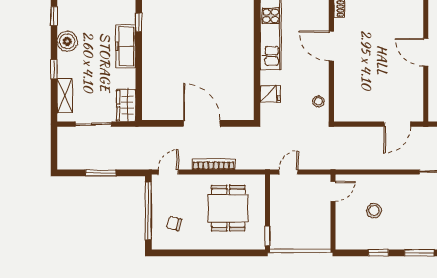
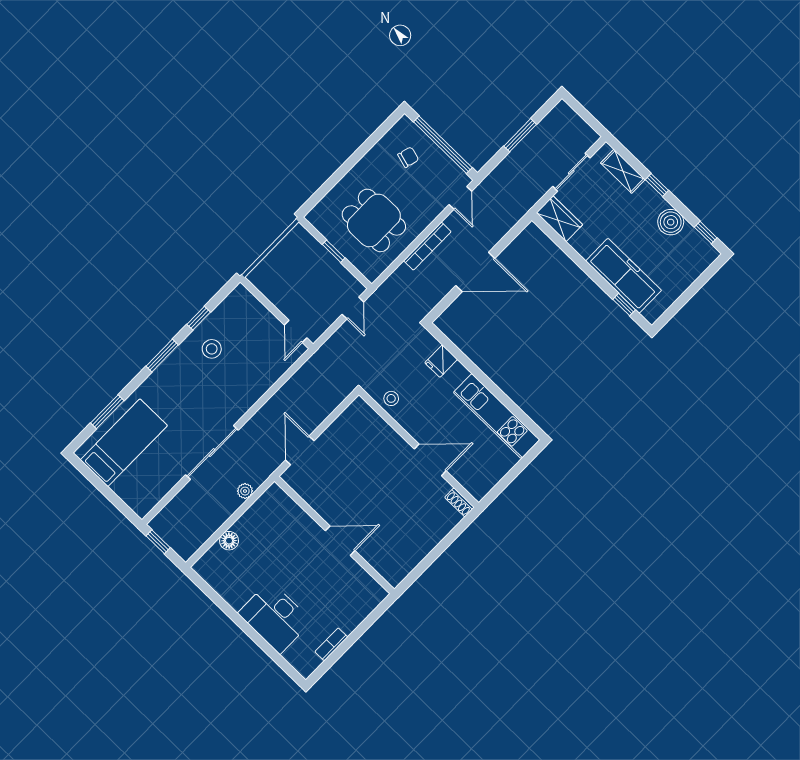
freezer: (126, 46) -> (624, 276), width x1.36, depth x1.26
stool: (374, 211) -> (212, 349), moved
window: (267, 236) -> (334, 251), moved

